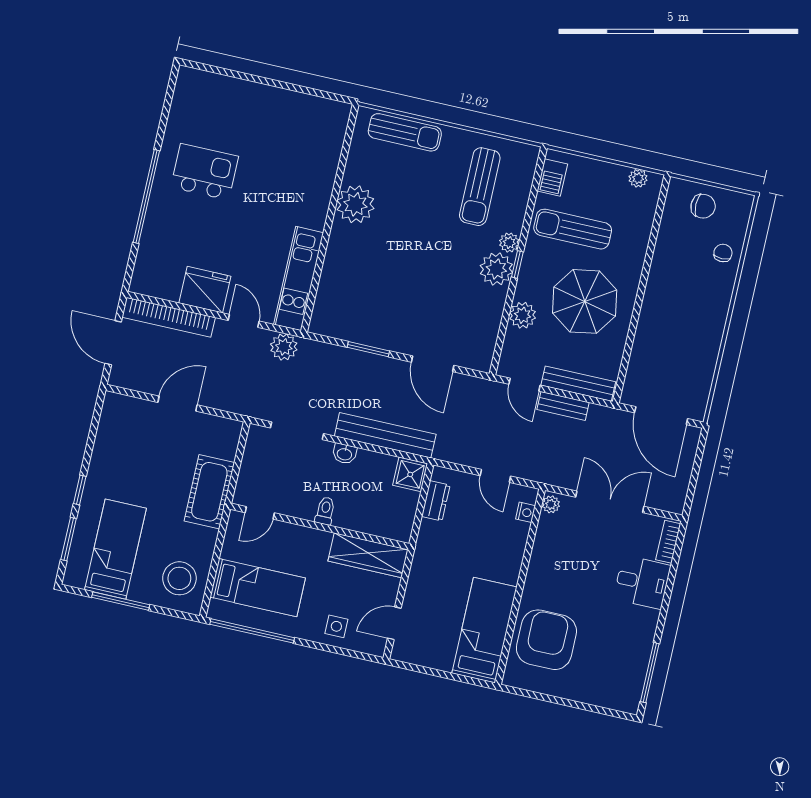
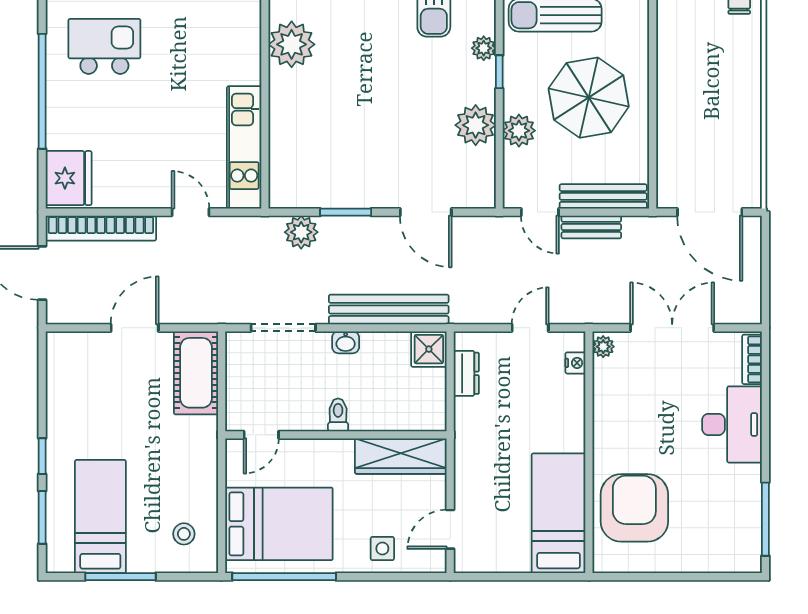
plant: (496, 269) -> (476, 125), moved
fridge: (205, 290) -> (69, 178), moved, turned 90
plant: (284, 347) -> (301, 232), moved
door: (495, 476) -> (530, 328), swing flipped
cot: (209, 492) -> (196, 373), moved
stool: (179, 578) -> (184, 534), width x0.53, depth x0.53
desk: (642, 582) -> (732, 424), width x1.37
bed: (258, 588) -> (279, 524), width x1.50

